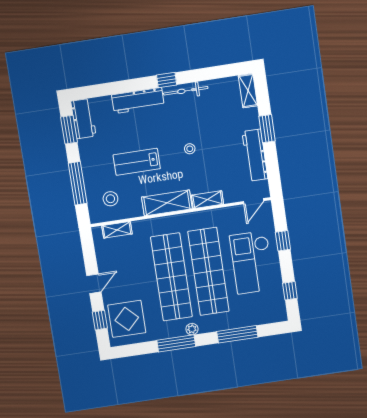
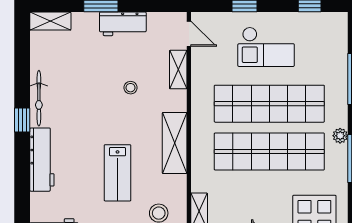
stool: (190, 149) -> (131, 88), moved
workbench: (255, 155) -> (123, 24), width x0.73
shelving: (207, 200) -> (178, 70), moved
checkout: (252, 262) -> (266, 47), width x0.73, depth x0.83

